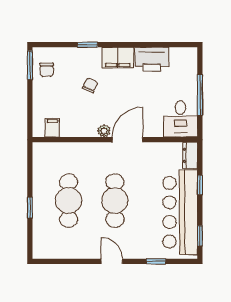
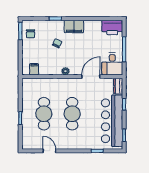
printer: (152, 59) -> (112, 27), moved
door: (128, 140) -> (91, 77), moved
door: (112, 261) -> (49, 151), moved

